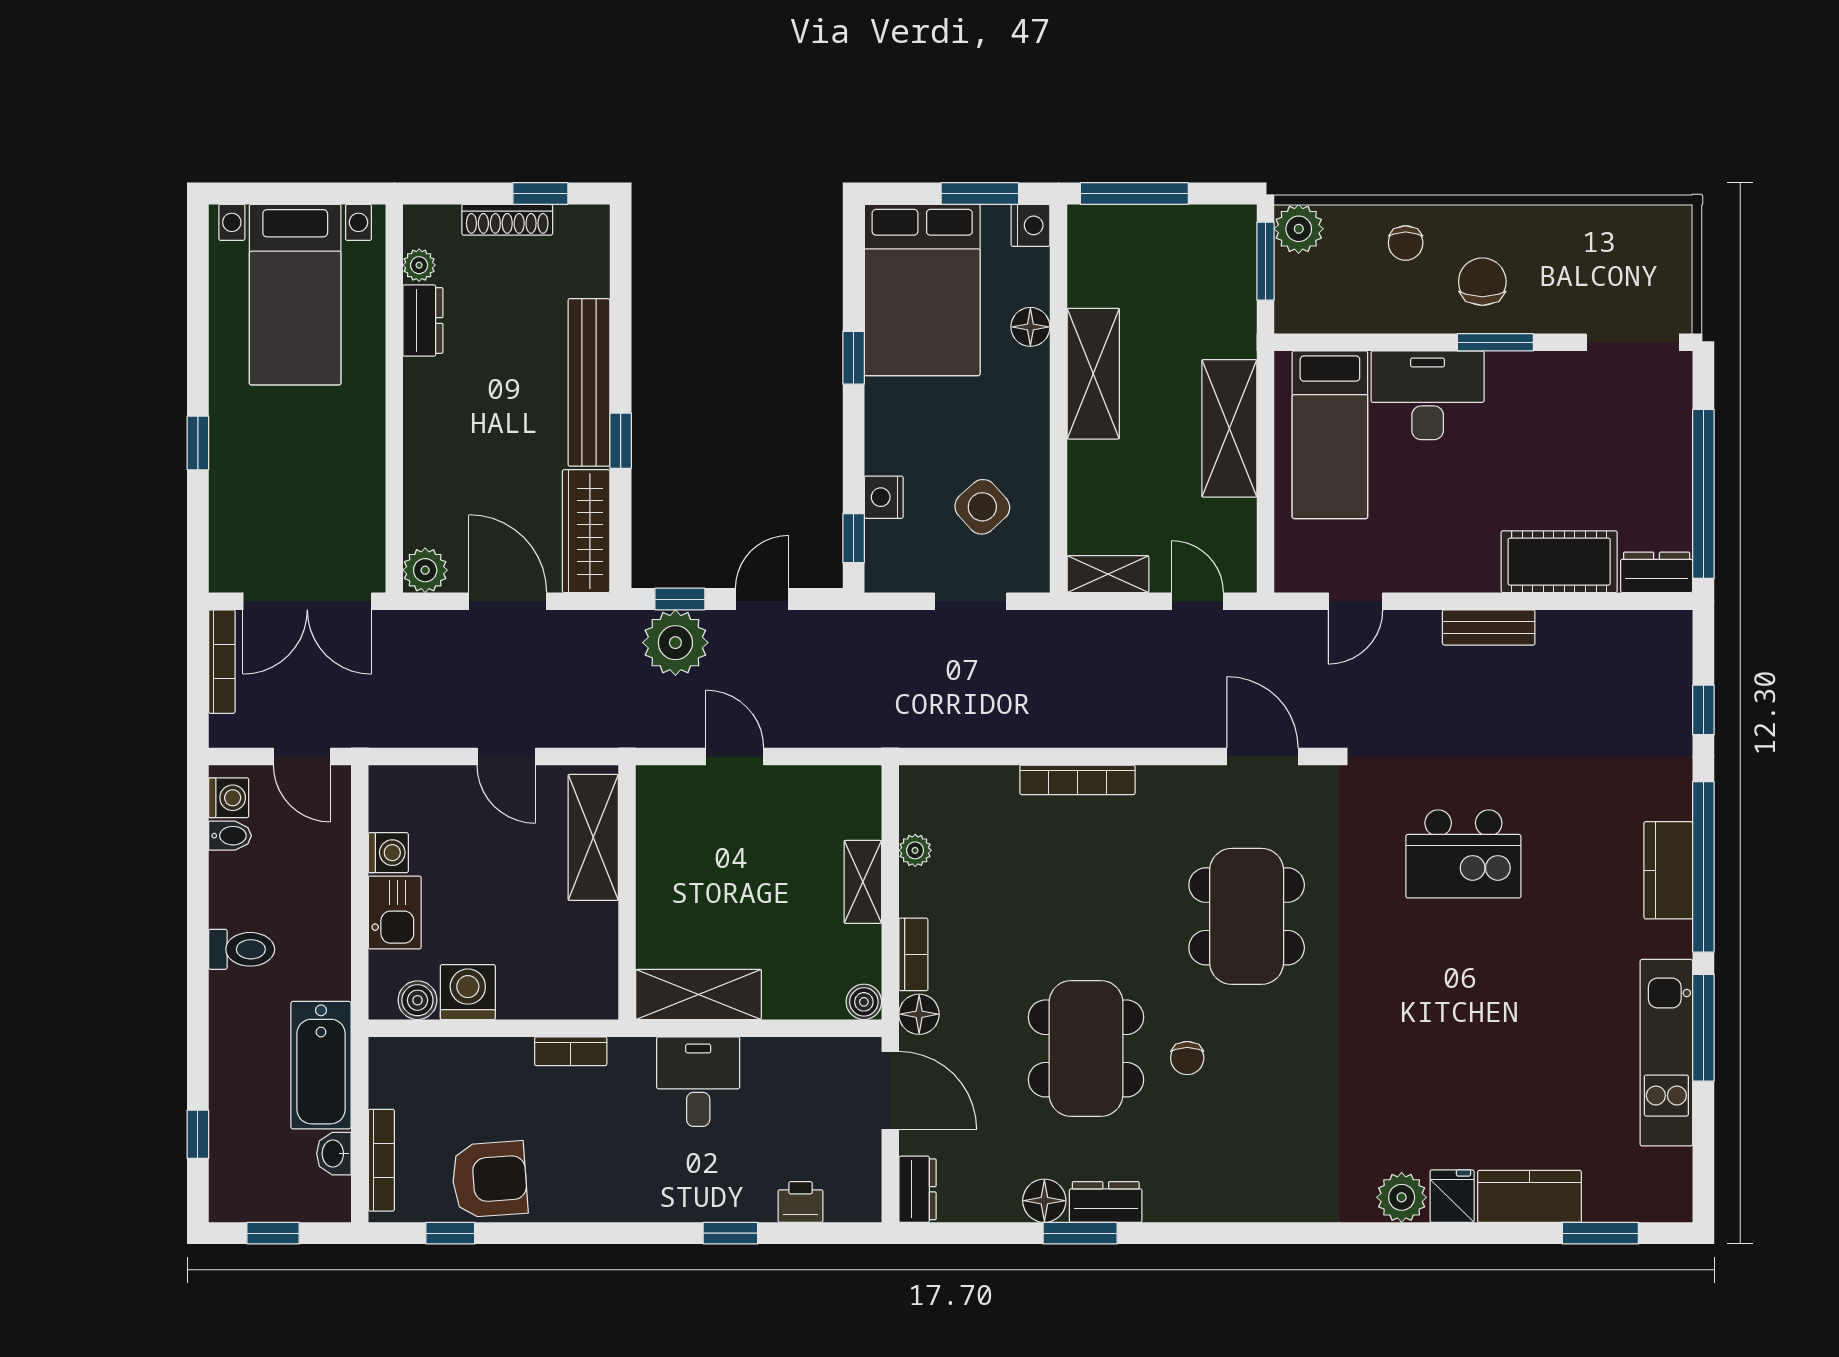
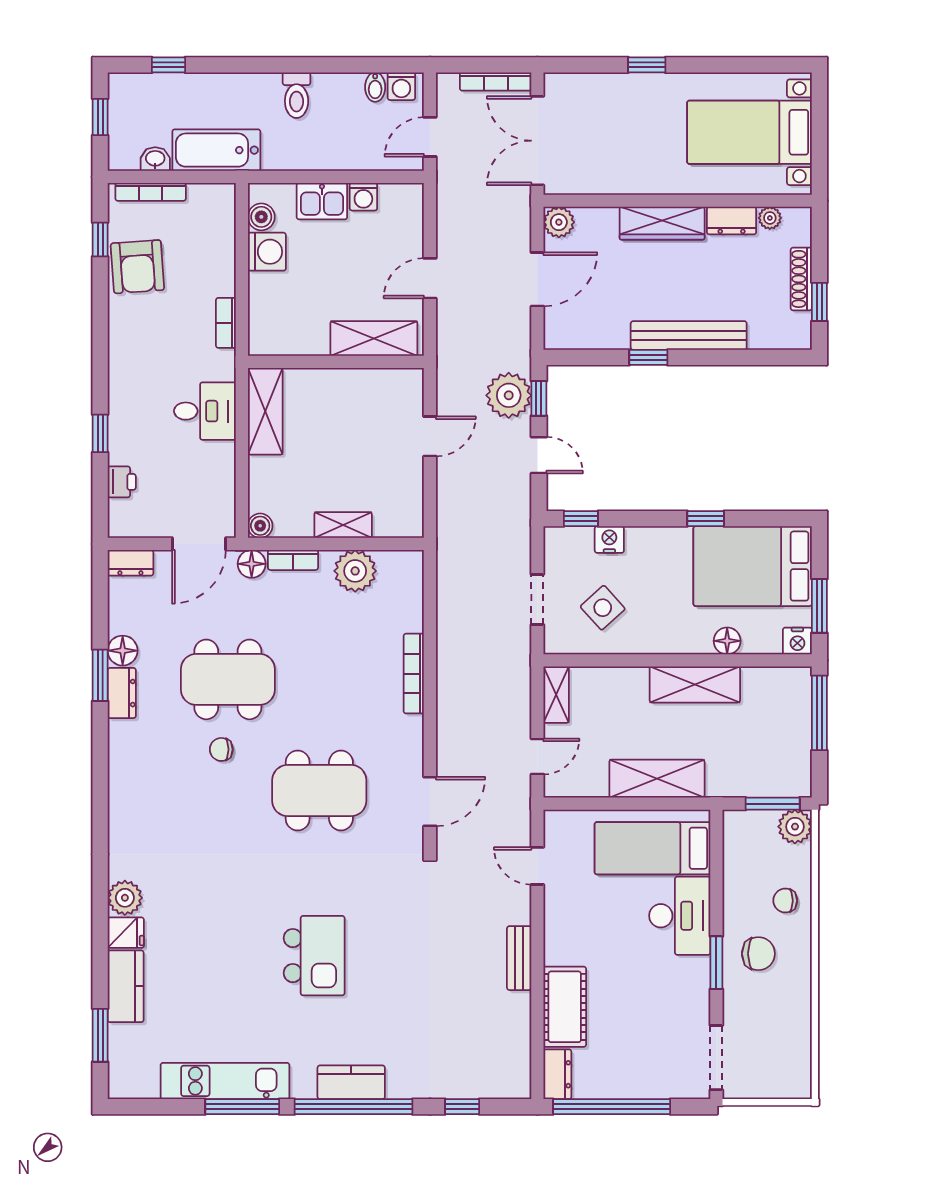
wardrobe: (586, 531) -> (662, 223), moved, turned 180
plant: (915, 850) -> (355, 571), width x1.88, depth x1.88
kitchen island: (1463, 854) -> (314, 956), moved, turned 180

